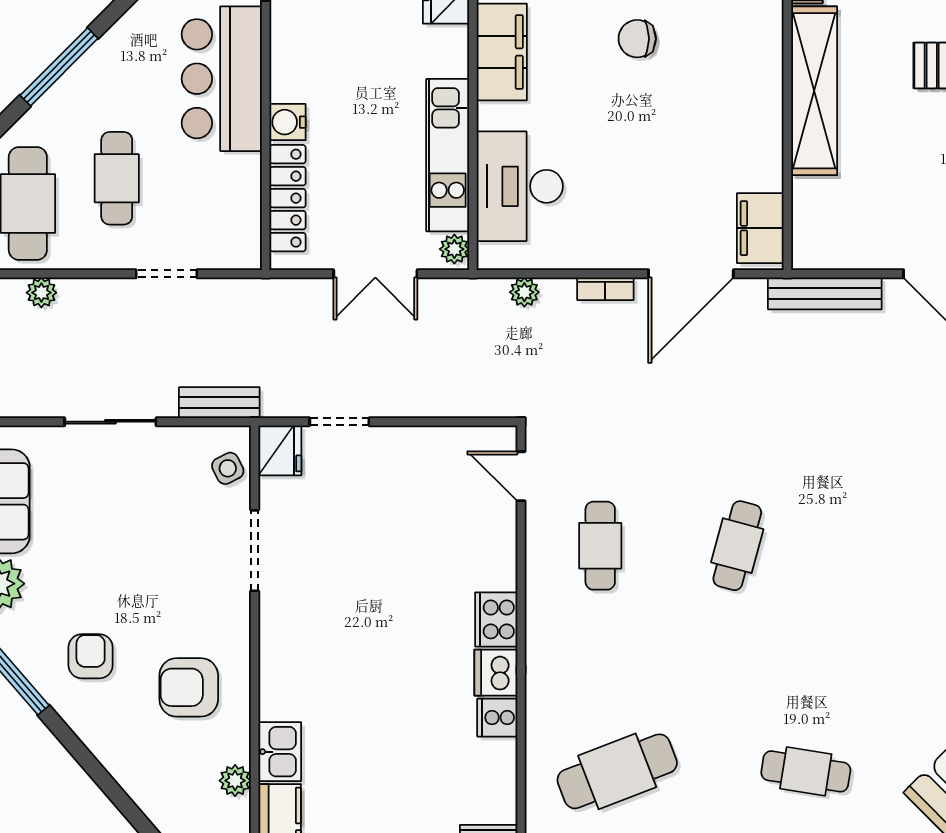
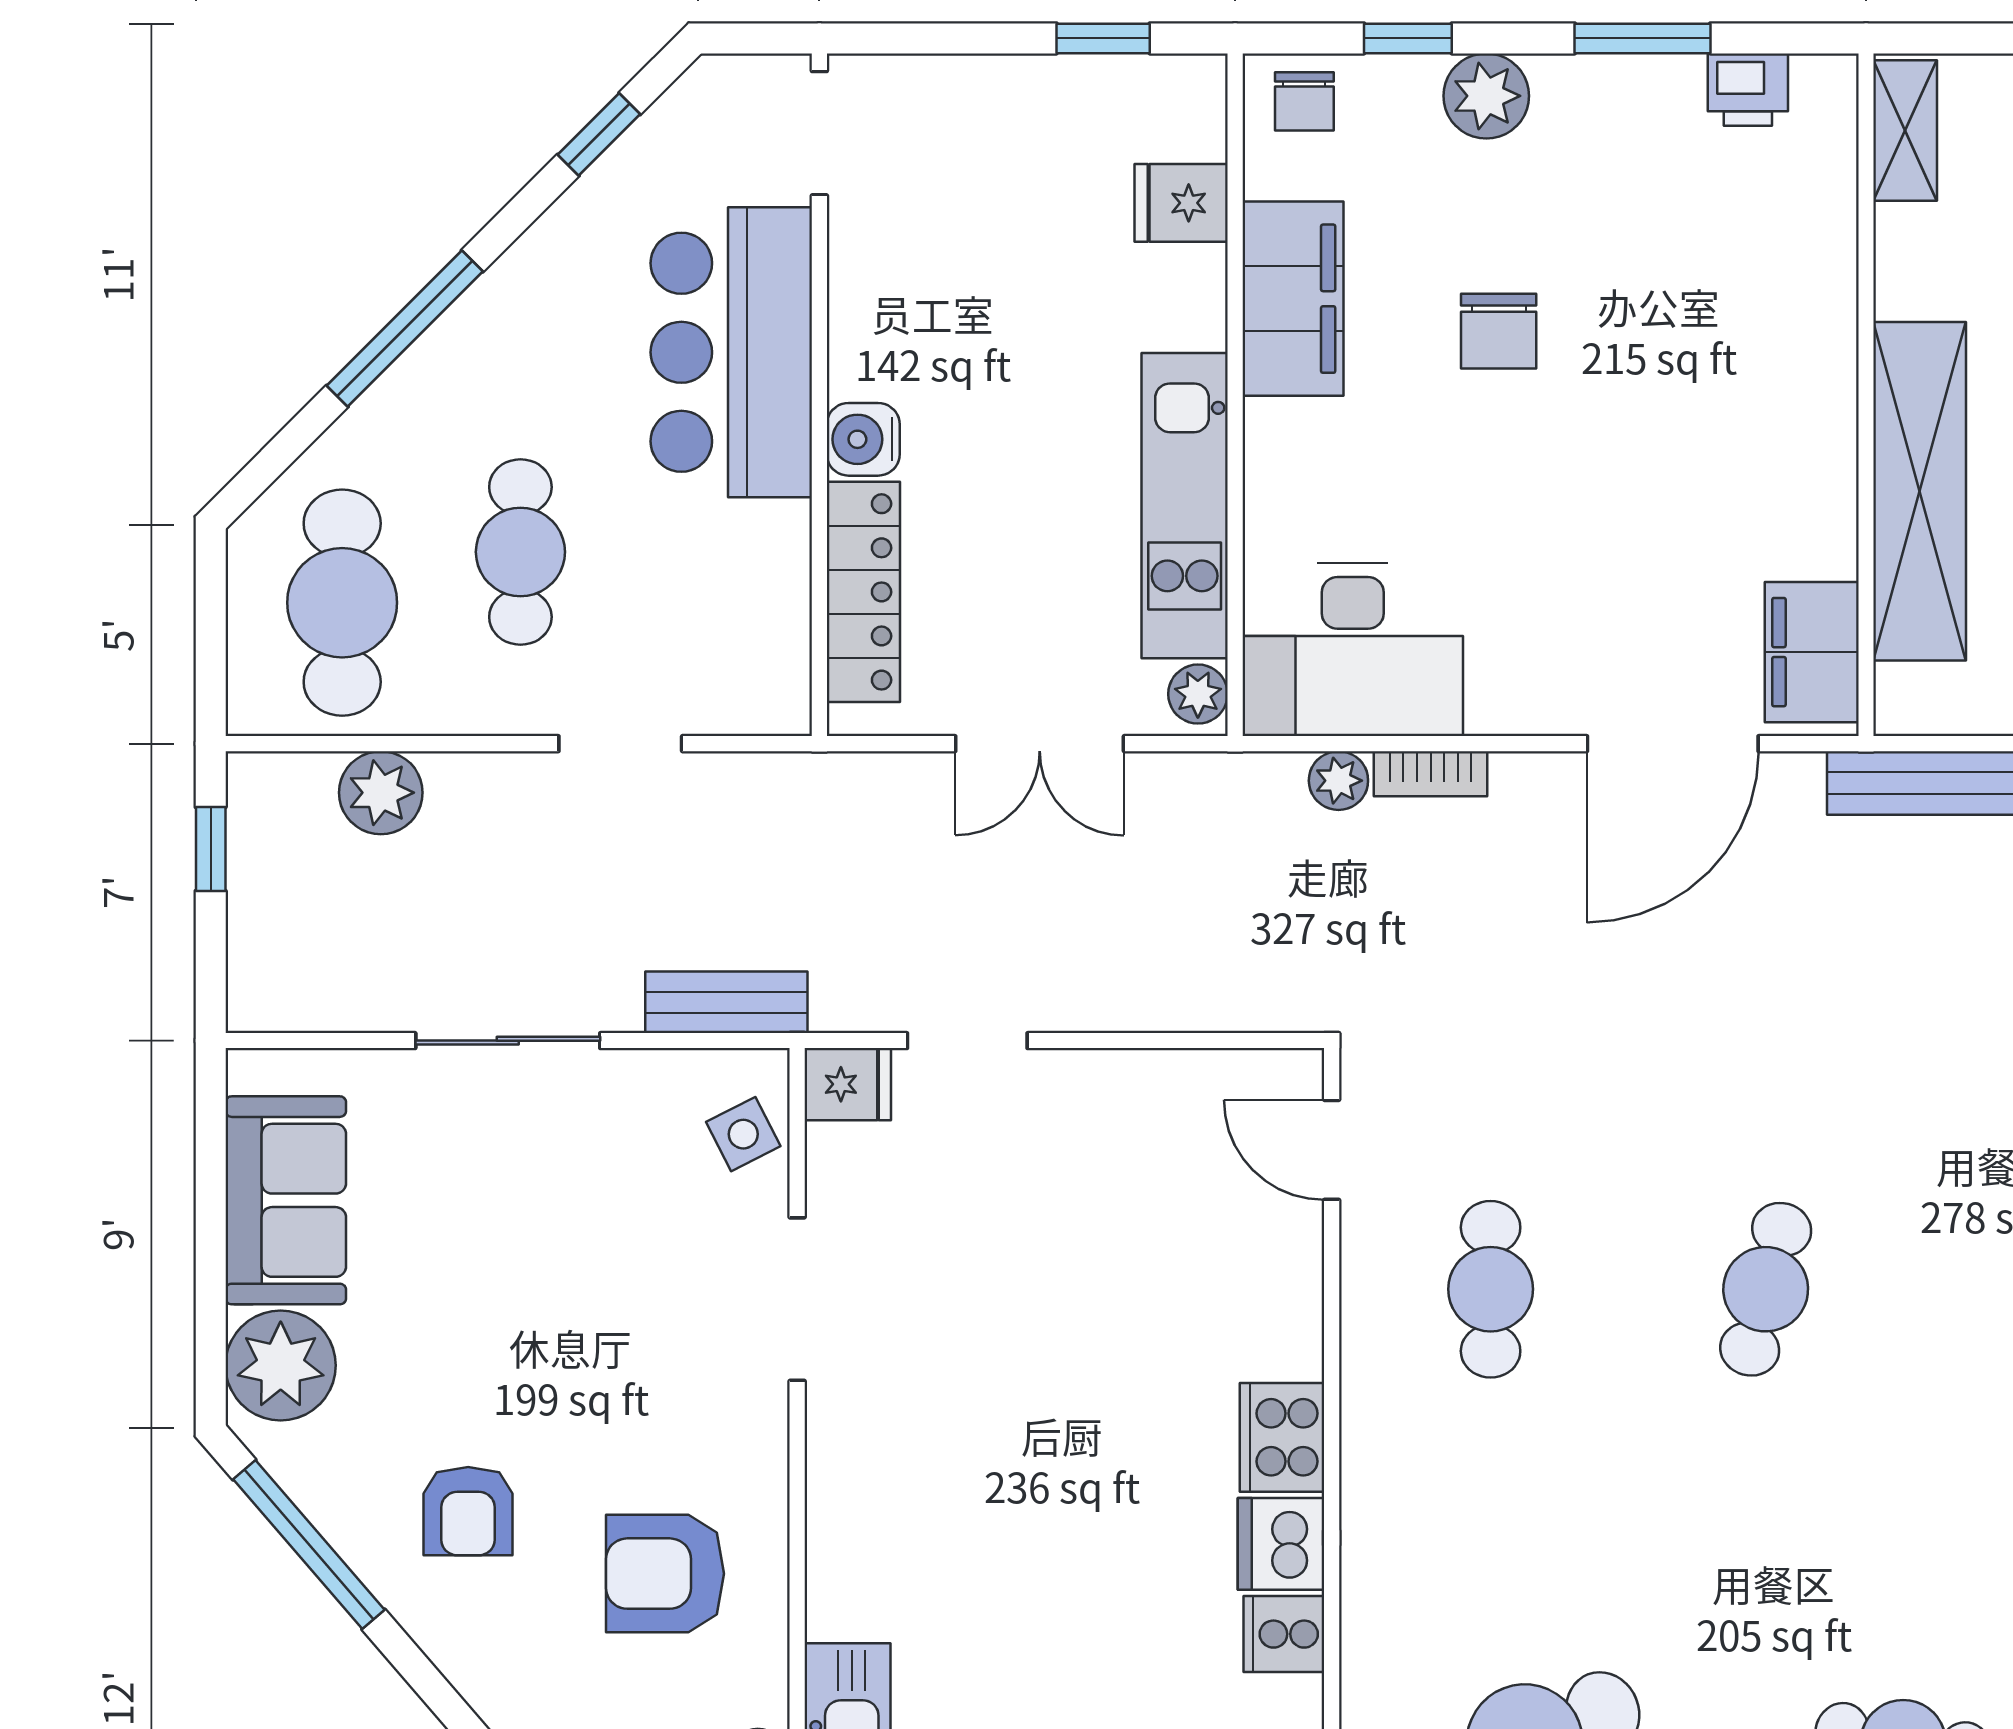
chair: (637, 39) -> (1499, 331), moved, turned -90
shelving: (814, 91) -> (1920, 491), moved
desk: (520, 186) -> (1353, 650), moved, turned -90
bookcase: (605, 289) -> (1431, 774), moved
plant: (41, 293) -> (381, 793), width x1.38, depth x1.38
fridge: (280, 450) -> (848, 1084), width x0.72
armchair: (91, 656) -> (468, 1511), turned 180

